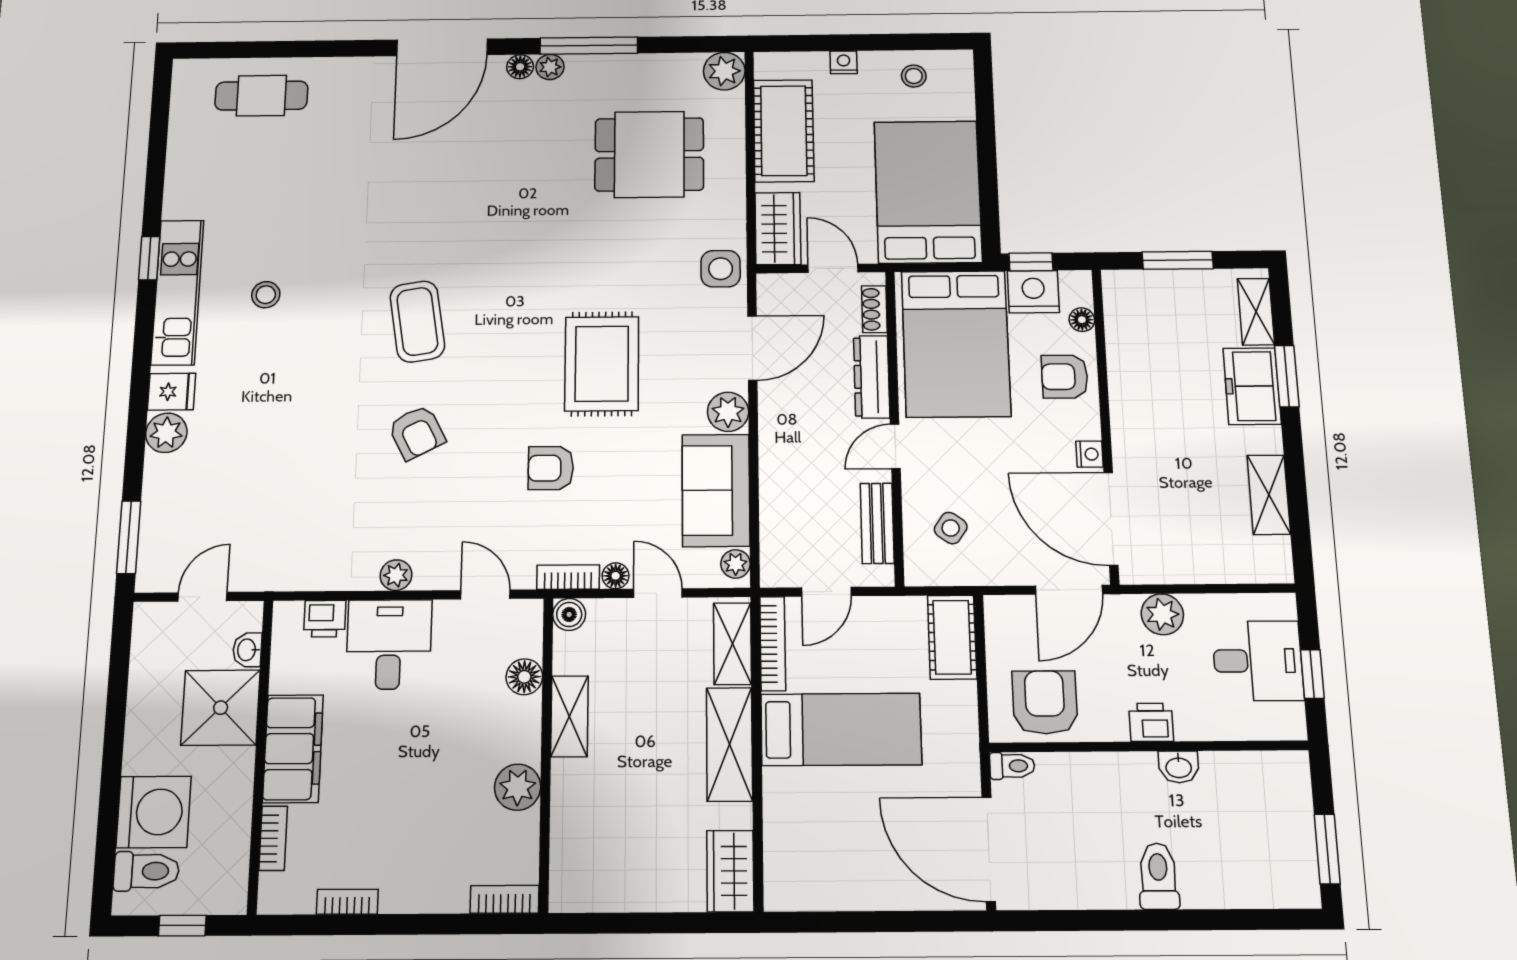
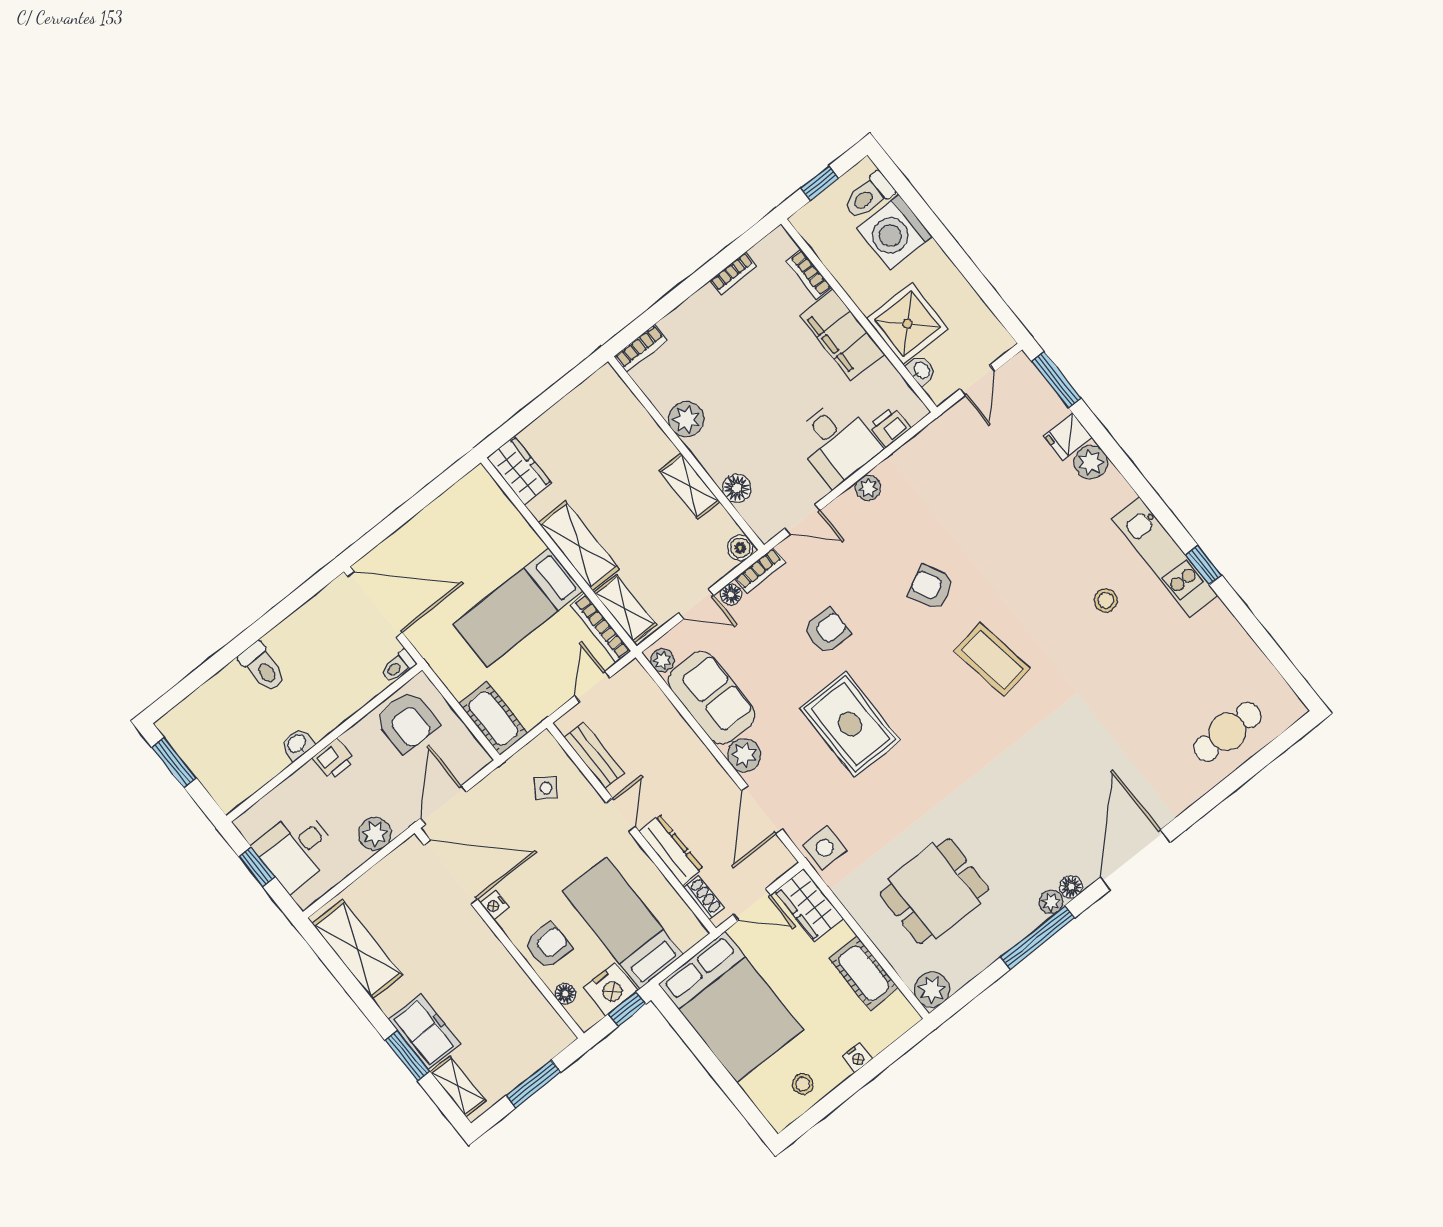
cot: (784, 131) -> (864, 973), width x0.73, depth x0.75
bed: (956, 344) -> (623, 923), width x0.67
fridge: (172, 392) -> (1068, 436), moved
shelving: (1269, 495) -> (357, 949), width x1.50, depth x1.33

